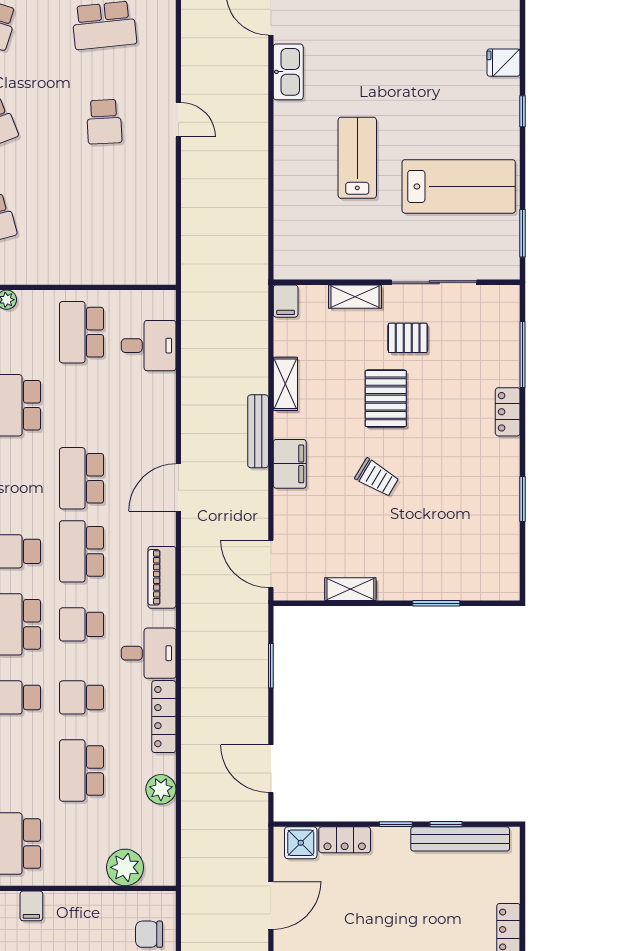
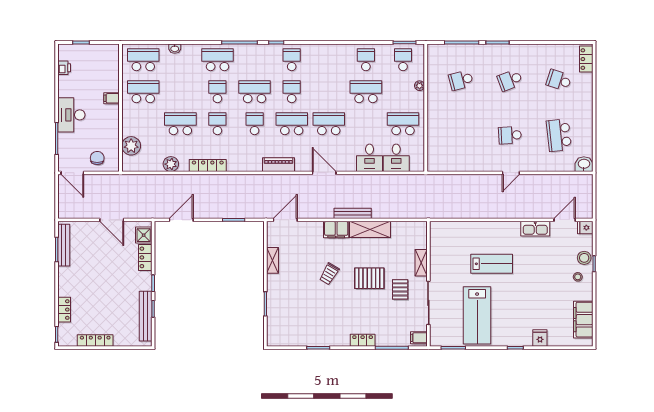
filing cabinet: (286, 301) -> (419, 338), moved
shelving: (285, 384) -> (370, 229), width x1.50, depth x1.33
desk: (149, 653) -> (370, 158), moved

